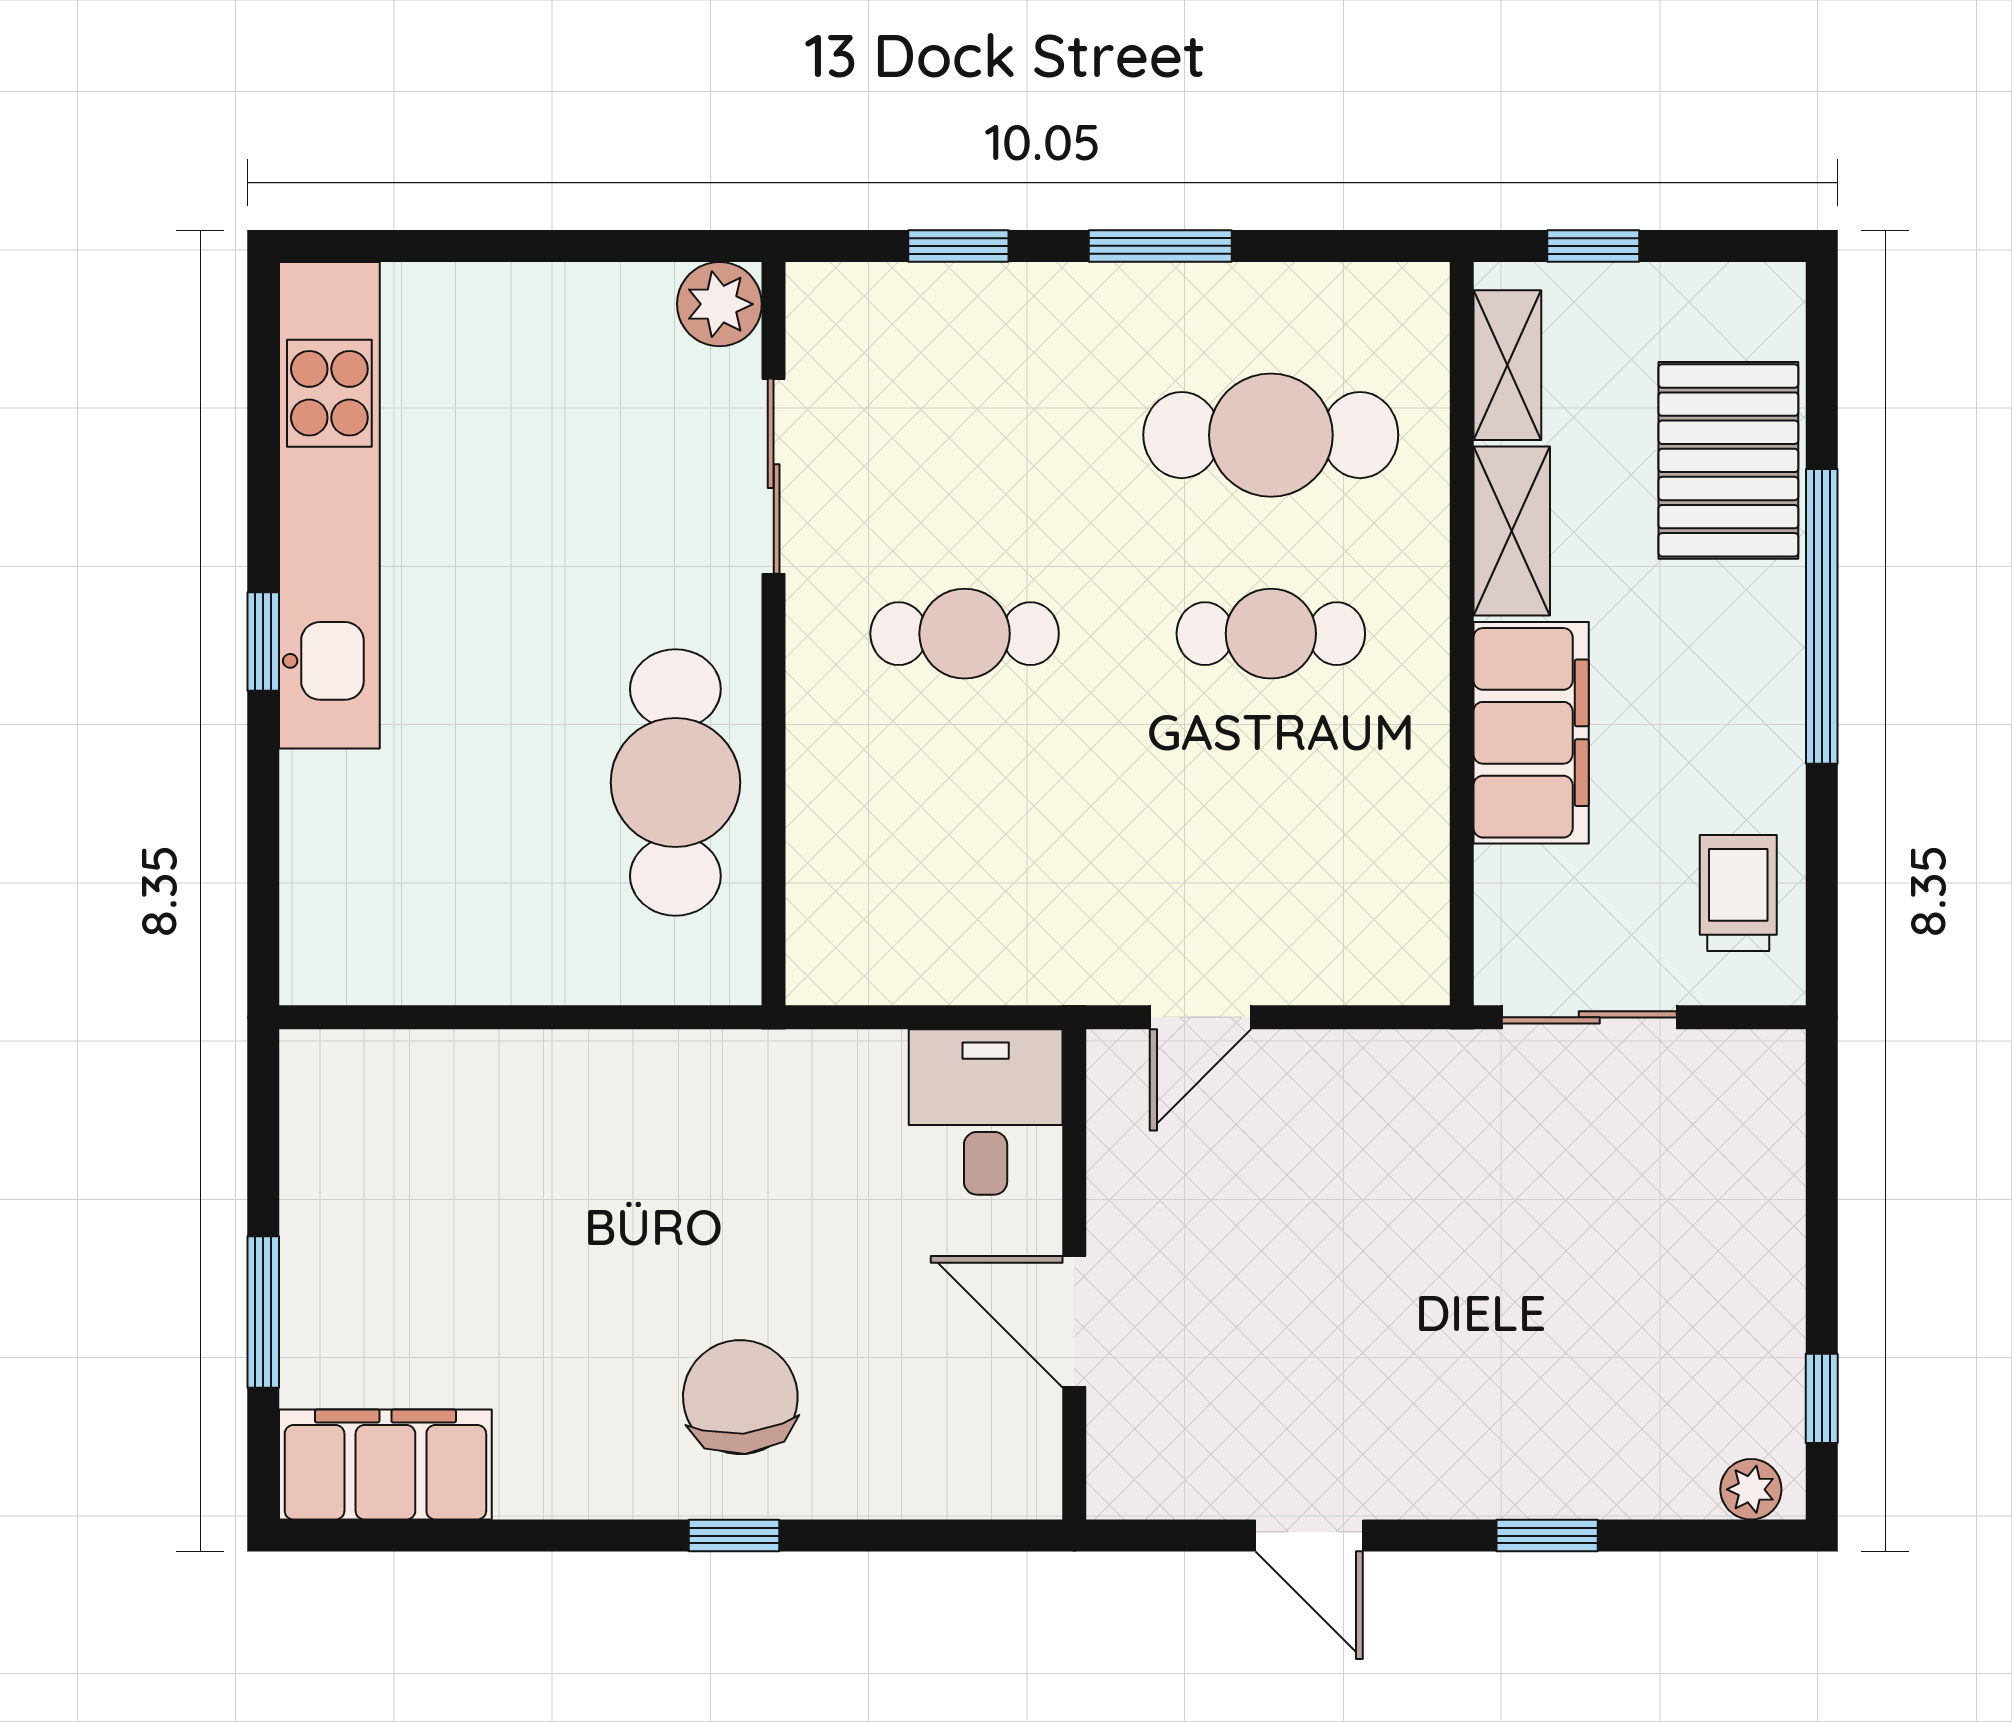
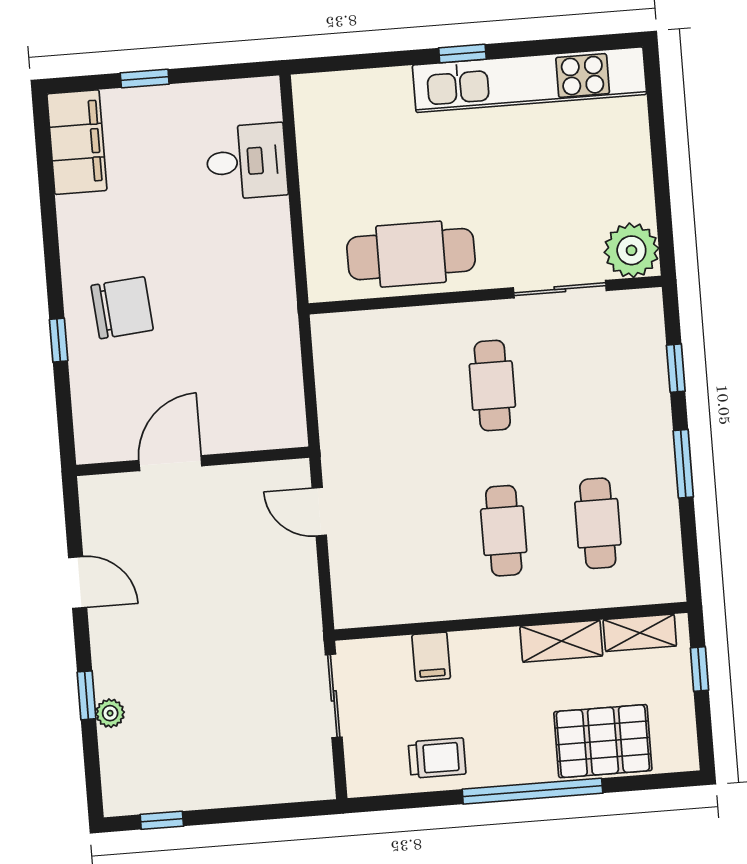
plant: (719, 304) -> (631, 250), width x1.36, depth x1.36
cafe table: (1271, 435) -> (598, 523), width x0.73, depth x0.74
filing cabinet: (1531, 733) -> (431, 657), width x0.33, depth x0.86
trolley: (1738, 893) -> (437, 758), moved
desk: (986, 1112) -> (247, 161), moved
window: (263, 1312) -> (145, 78), width x0.67
plant: (1751, 1489) -> (110, 713), moved
window: (734, 1536) -> (59, 340), moved
door: (1309, 1536) -> (78, 583), swing flipped

